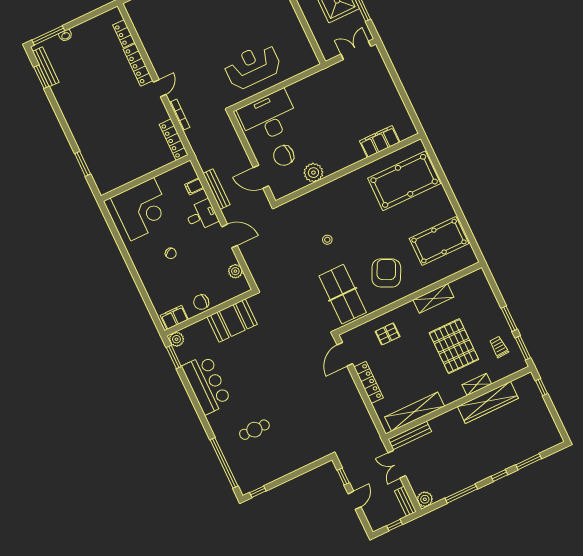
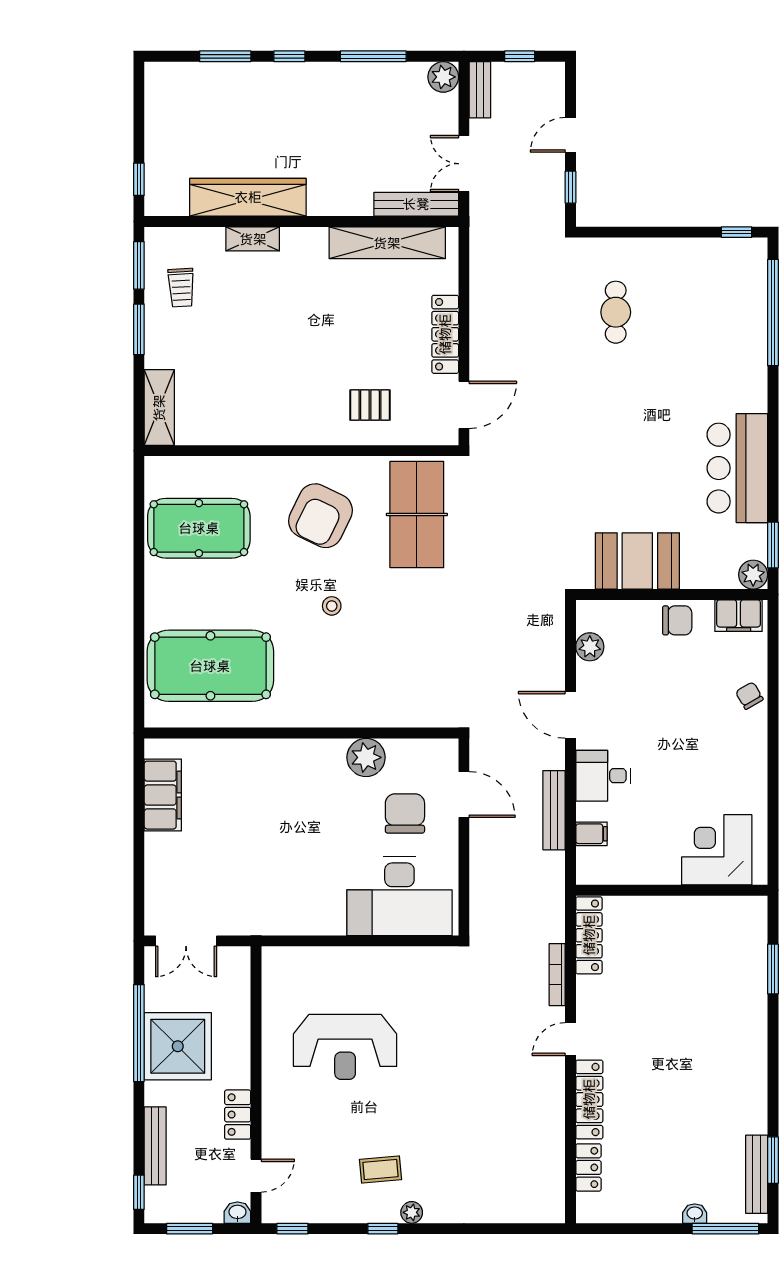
reception desk: (253, 66) -> (345, 1047), moved
filing cabinet: (380, 142) -> (163, 795), moved, turned -90
chair: (284, 155) -> (405, 813), turned -90
corner desk: (142, 209) -> (717, 850), width x0.74, depth x0.74
stool: (327, 240) -> (332, 606), moved
chair: (171, 253) -> (749, 696), moved
shelving: (433, 298) -> (159, 408), moved, turned 90
pallet: (454, 346) -> (261, 327), removed
cafe table: (254, 430) -> (616, 312), moved, turned 90
double door: (397, 464) -> (464, 164), swing flipped

